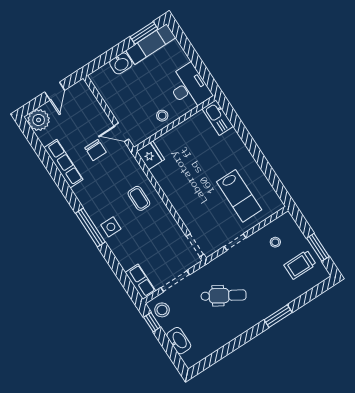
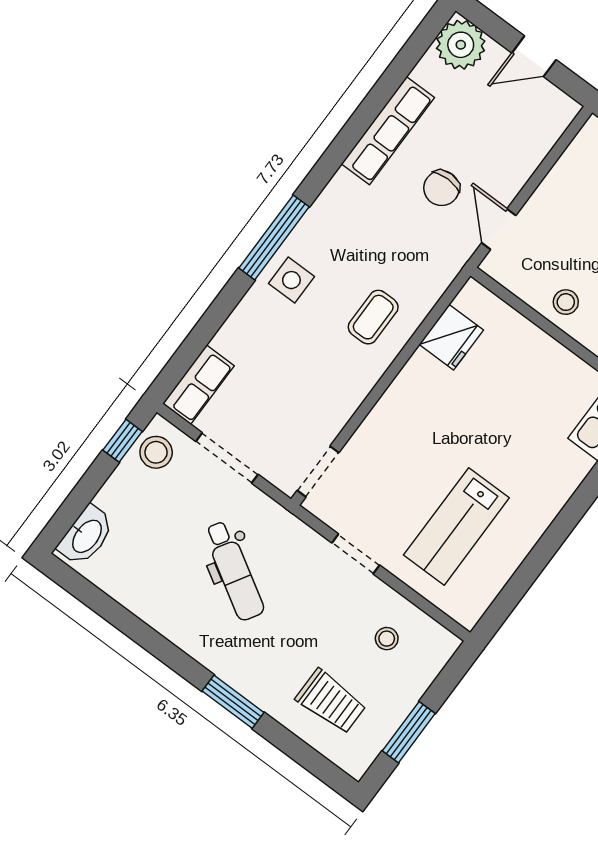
fridge: (151, 155) -> (451, 337), moved
trolley: (300, 265) -> (331, 702), moved, turned 180
washbasin: (179, 341) -> (86, 536), moved

